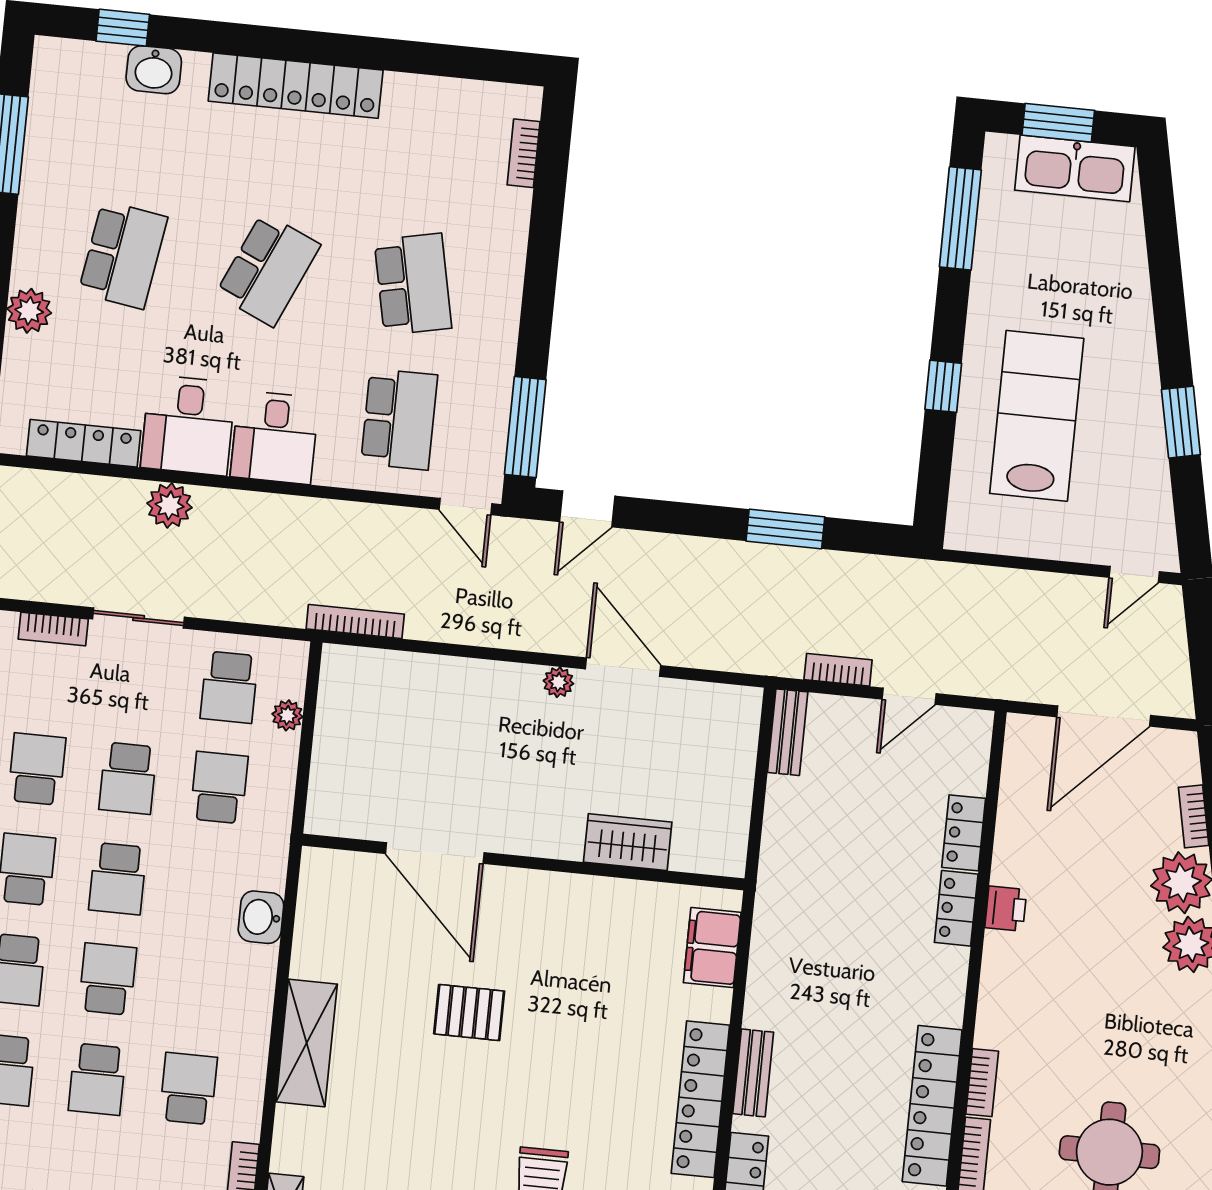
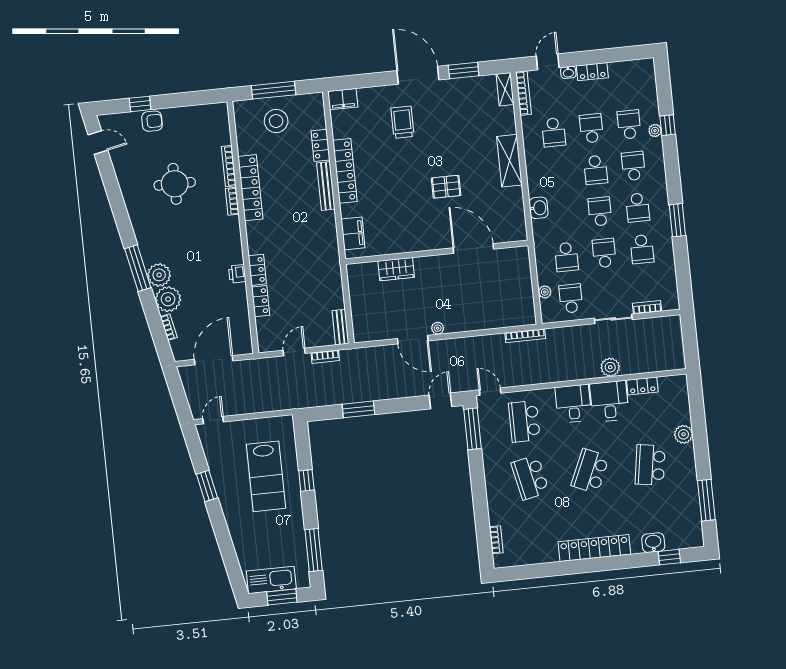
locker: (84, 443) -> (642, 386), width x0.66
bench: (753, 1073) -> (326, 186), width x1.36

